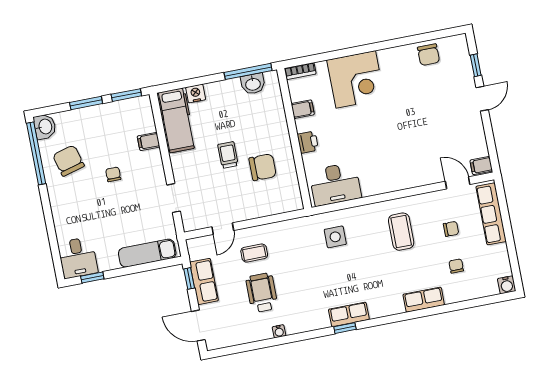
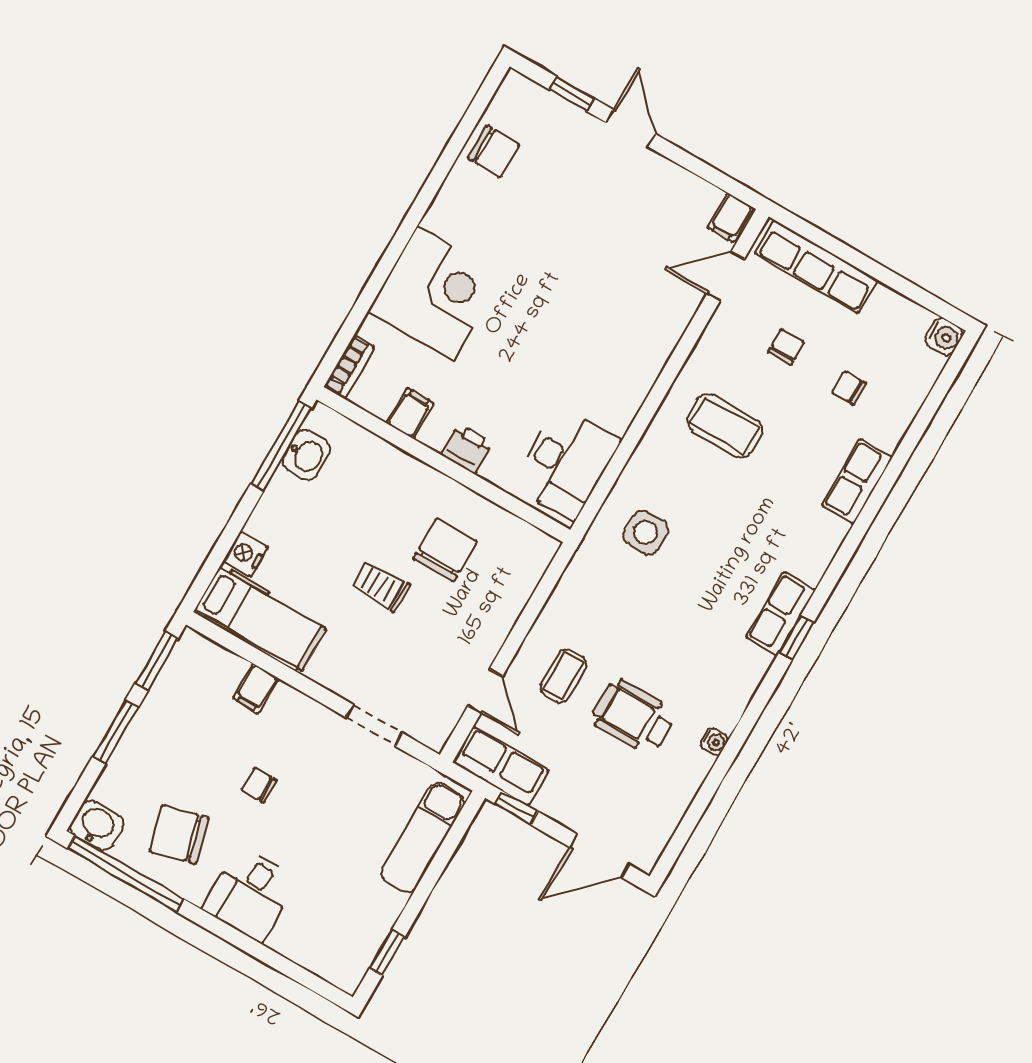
desk: (78, 258) -> (250, 894), moved, turned 90
row of seats: (204, 281) -> (501, 766), moved

